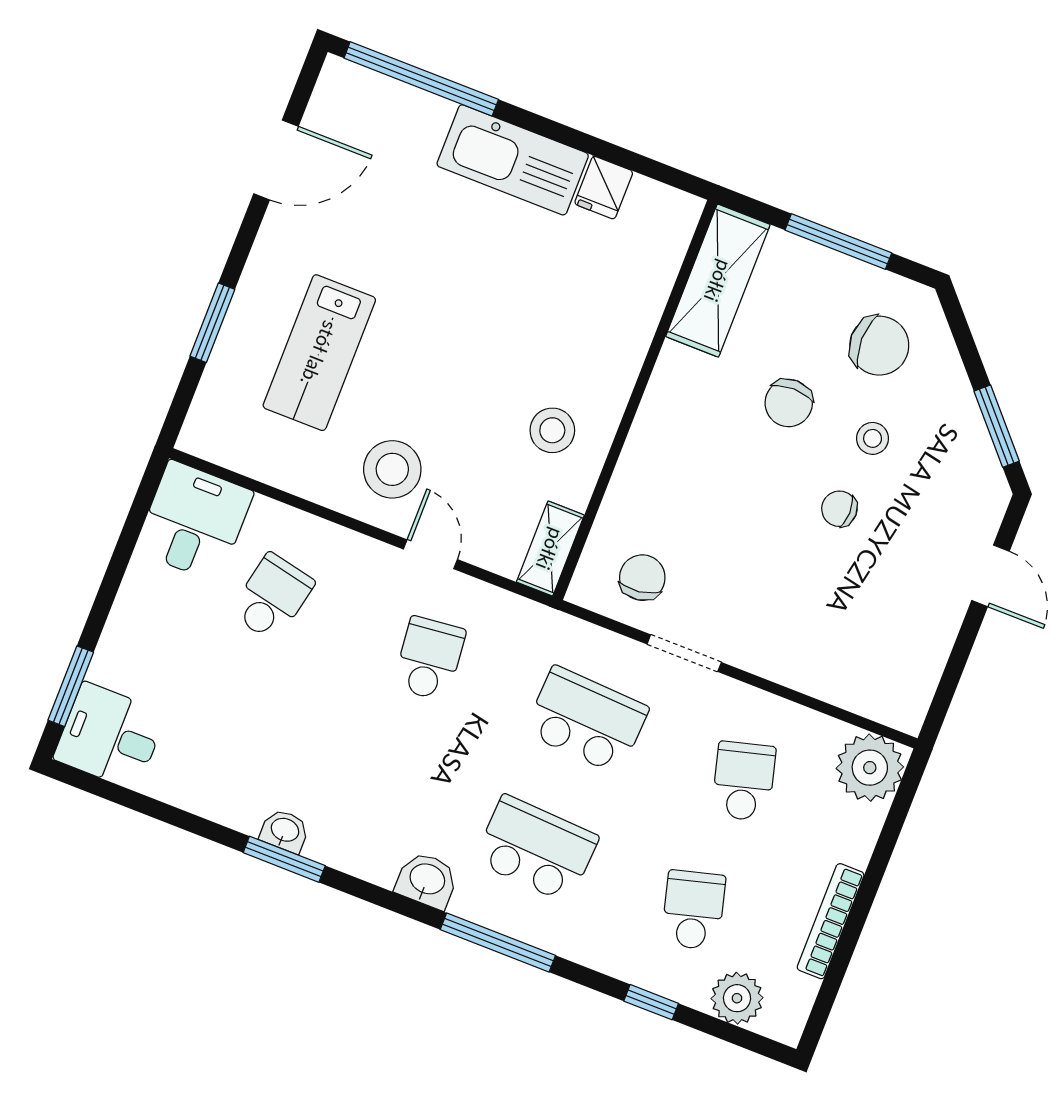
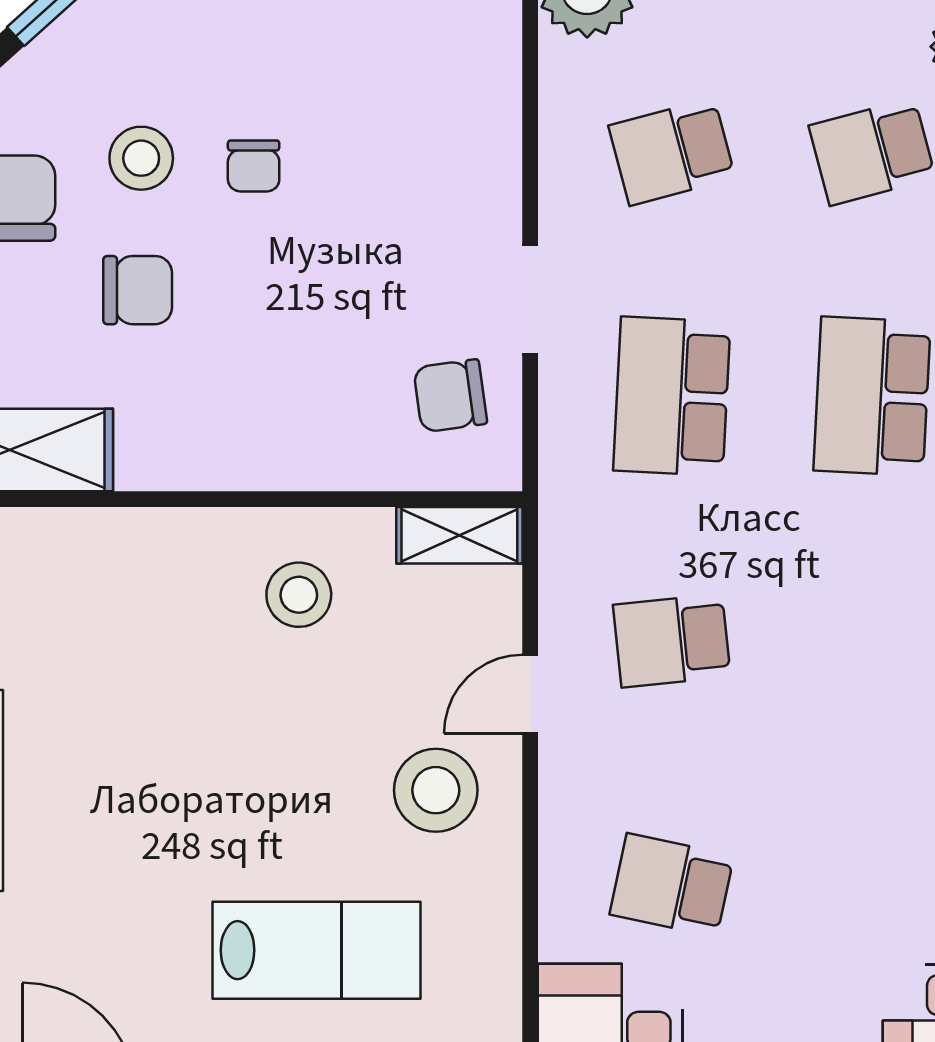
stool: (873, 438) -> (141, 158), width x1.37, depth x1.37

